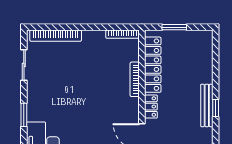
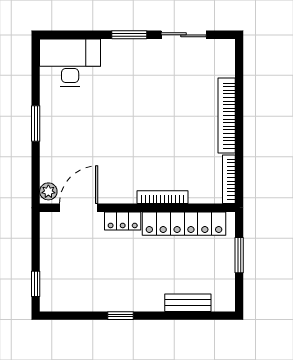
bookcase: (56, 36) -> (227, 116), moved
bench: (207, 105) -> (188, 303), moved, width x0.73
window: (24, 115) -> (129, 35), moved

